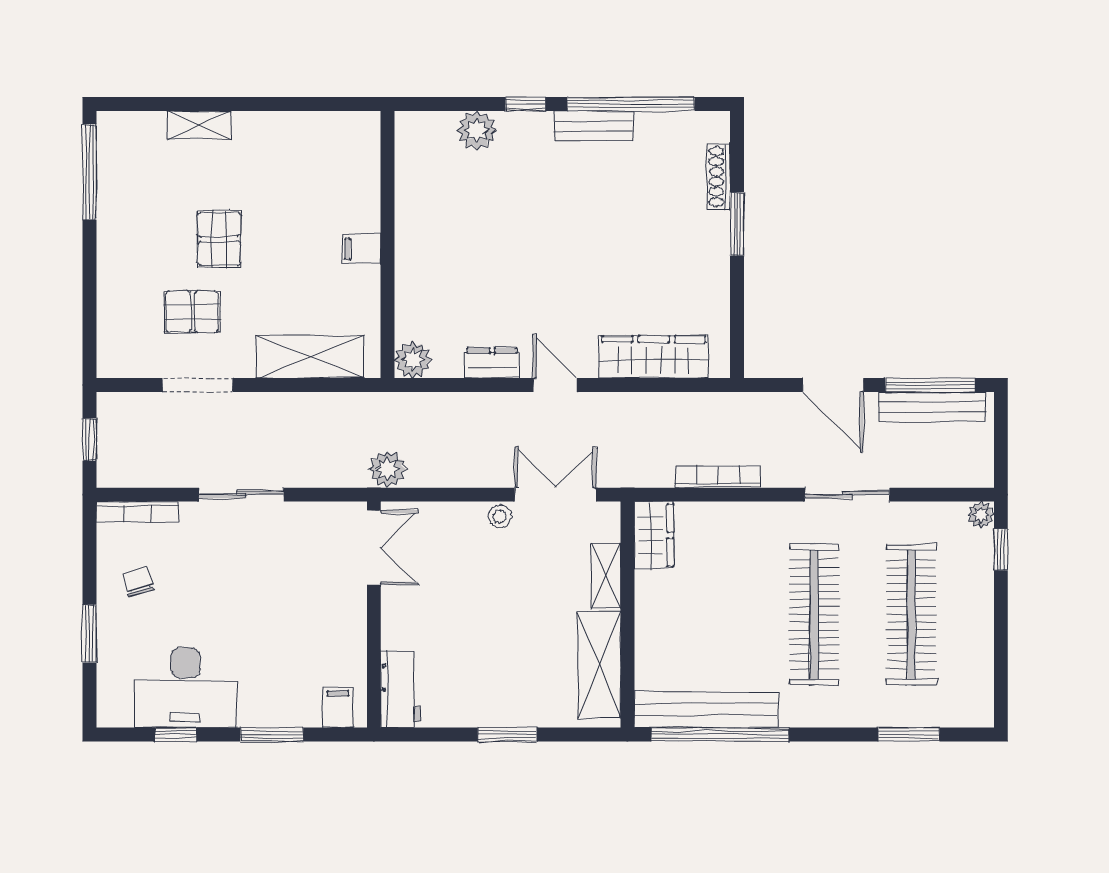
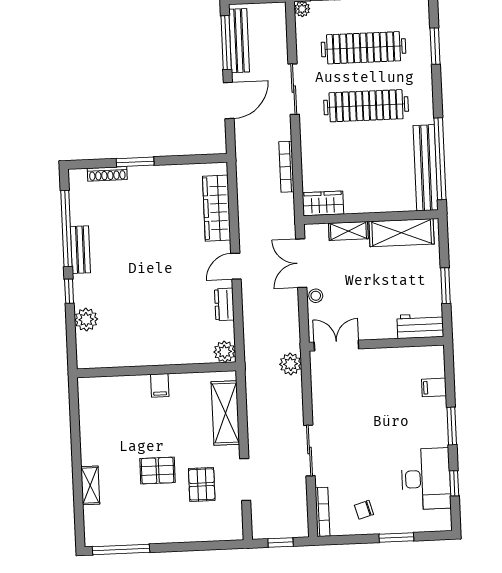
double door: (374, 548) -> (336, 346), moved
wall: (374, 615) -> (376, 344), moved
workbench: (401, 689) -> (420, 326), moved

